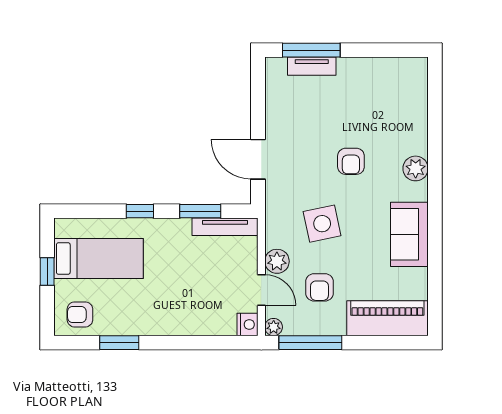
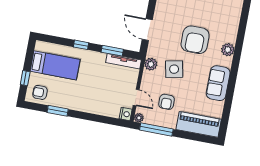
armchair: (351, 161) -> (195, 40), width x1.88, depth x1.88
plant: (277, 261) -> (151, 64), moved
window: (47, 272) -> (25, 78), moved

